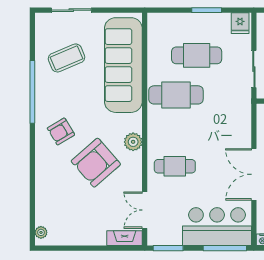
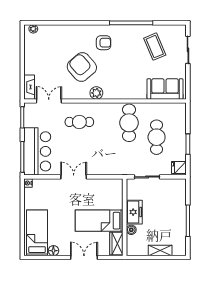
sofa: (123, 65) -> (165, 89), width x0.54, depth x0.79
armchair: (61, 131) -> (104, 43), turned 121
cafe table: (175, 166) -> (79, 122), turned 90
double door: (254, 174) -> (74, 177), width x0.73

